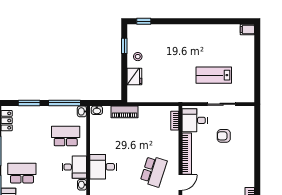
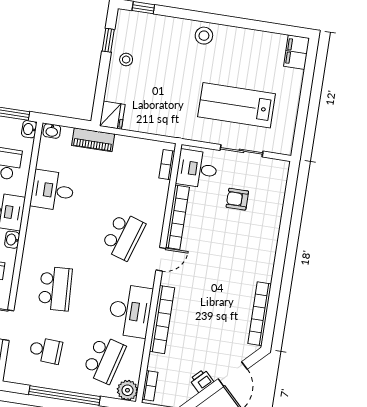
filing cabinet: (247, 30) -> (297, 52), width x2.00
stool: (186, 33) -> (204, 36), added
lab bench: (214, 75) -> (237, 105), width x1.36, depth x1.39
fridge: (134, 77) -> (112, 115), moved
desk: (103, 167) -> (52, 190), moved

